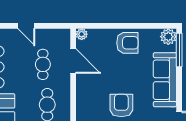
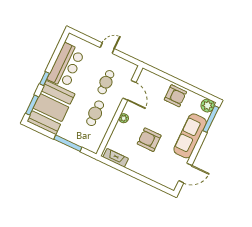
door: (26, 26) -> (107, 48), swing flipped
plant: (82, 34) -> (124, 118), moved
armchair: (121, 106) -> (149, 140), turned -90

